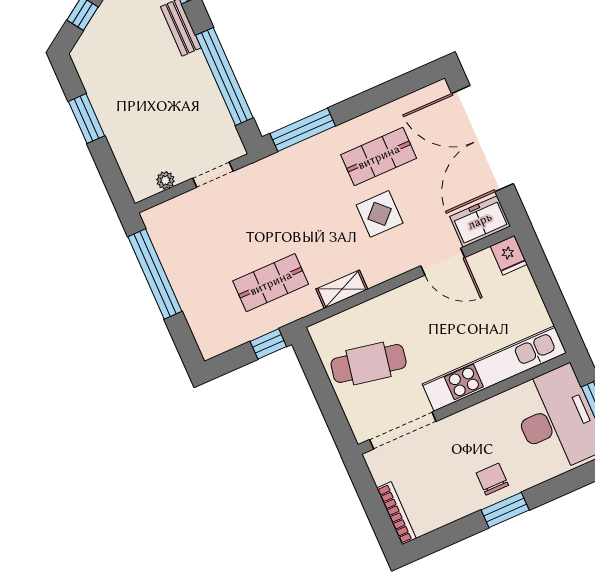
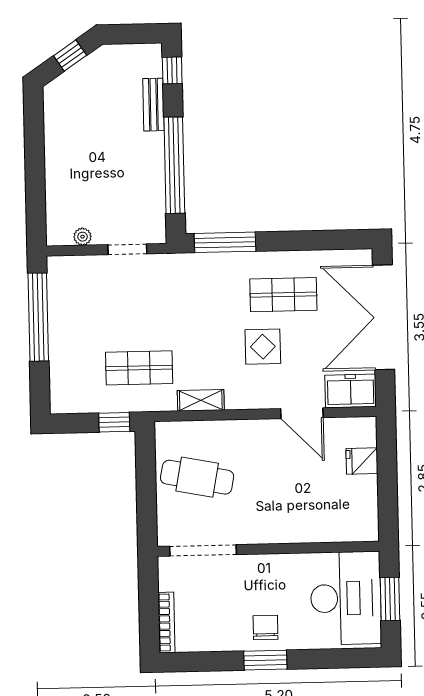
window: (86, 119) -> (34, 152), removed
fridge: (509, 255) -> (362, 461), moved, turned 90
kitchen unit: (494, 368) -> (308, 529), removed

